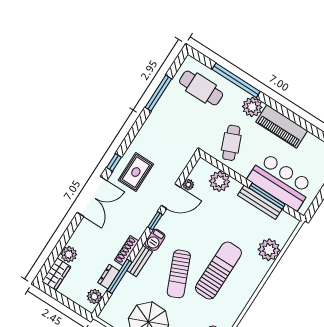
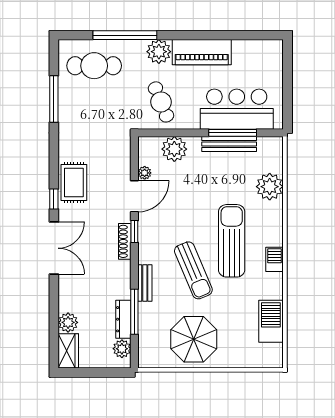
rug: (136, 172) -> (74, 182), moved
barbecue: (155, 240) -> (274, 259), moved, turned 180
shoe rack: (127, 251) -> (125, 241), moved
dresser: (109, 277) -> (123, 319), width x1.44

